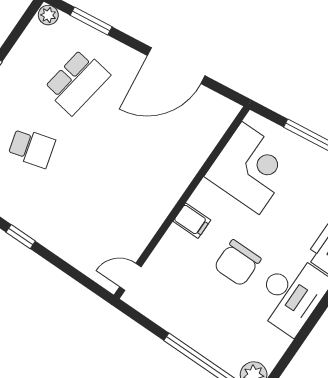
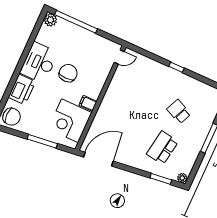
door: (176, 66) -> (98, 159), moved
school desk: (32, 148) -> (179, 112), turned 39
filing cabinet: (192, 221) -> (88, 103), moved

